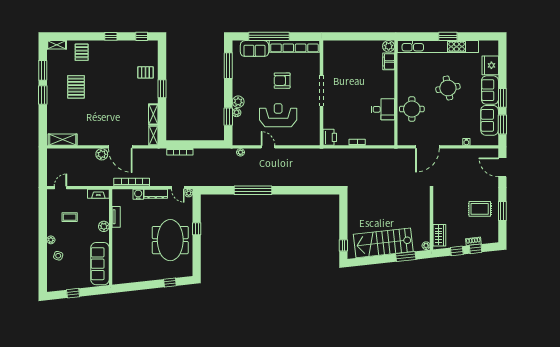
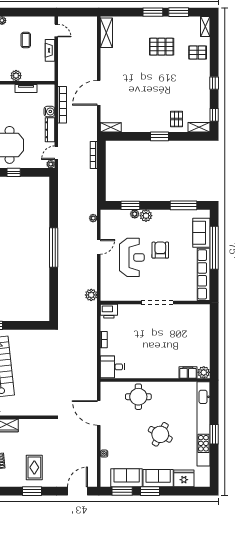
armchair: (282, 81) -> (160, 250), moved
round table: (448, 88) -> (160, 434), turned 38
desk: (383, 109) -> (112, 367), moved, turned 90
shelving: (153, 114) -> (199, 127), moved
plant: (102, 154) -> (91, 295), moved
window: (253, 190) -> (54, 248), moved
fireplace: (98, 194) -> (50, 50), moved

